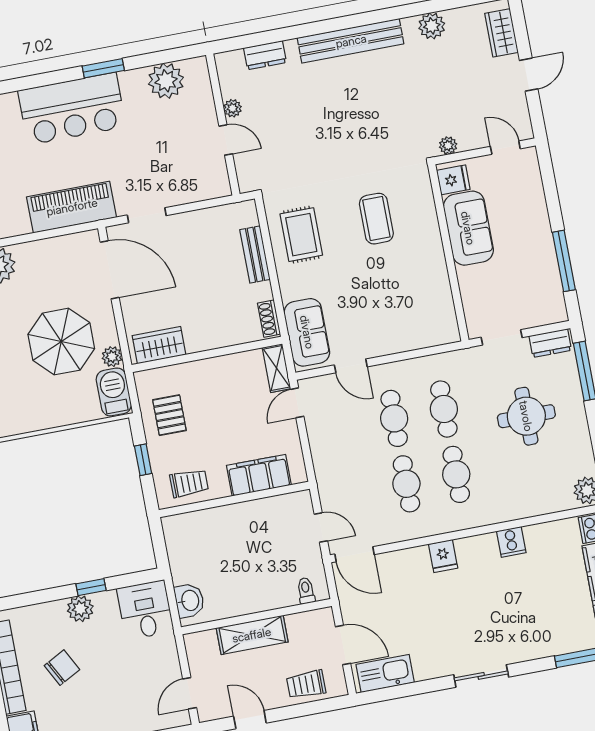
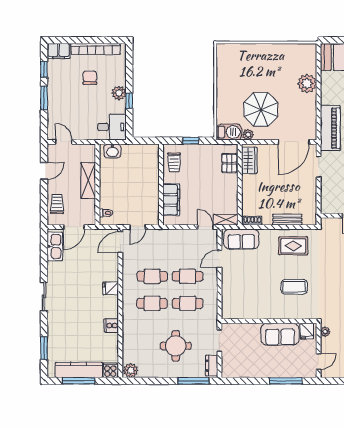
window: (564, 261) -> (286, 381), moved
pallet: (169, 415) -> (229, 163), moved, turned 90
chair: (62, 668) -> (90, 78), turned -152

